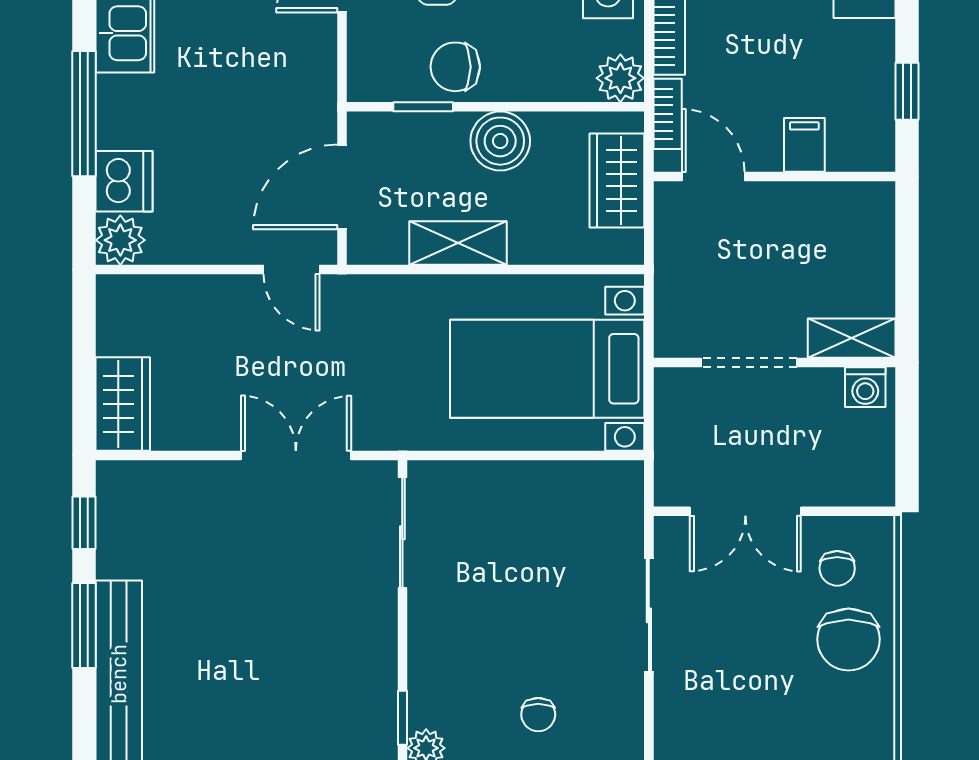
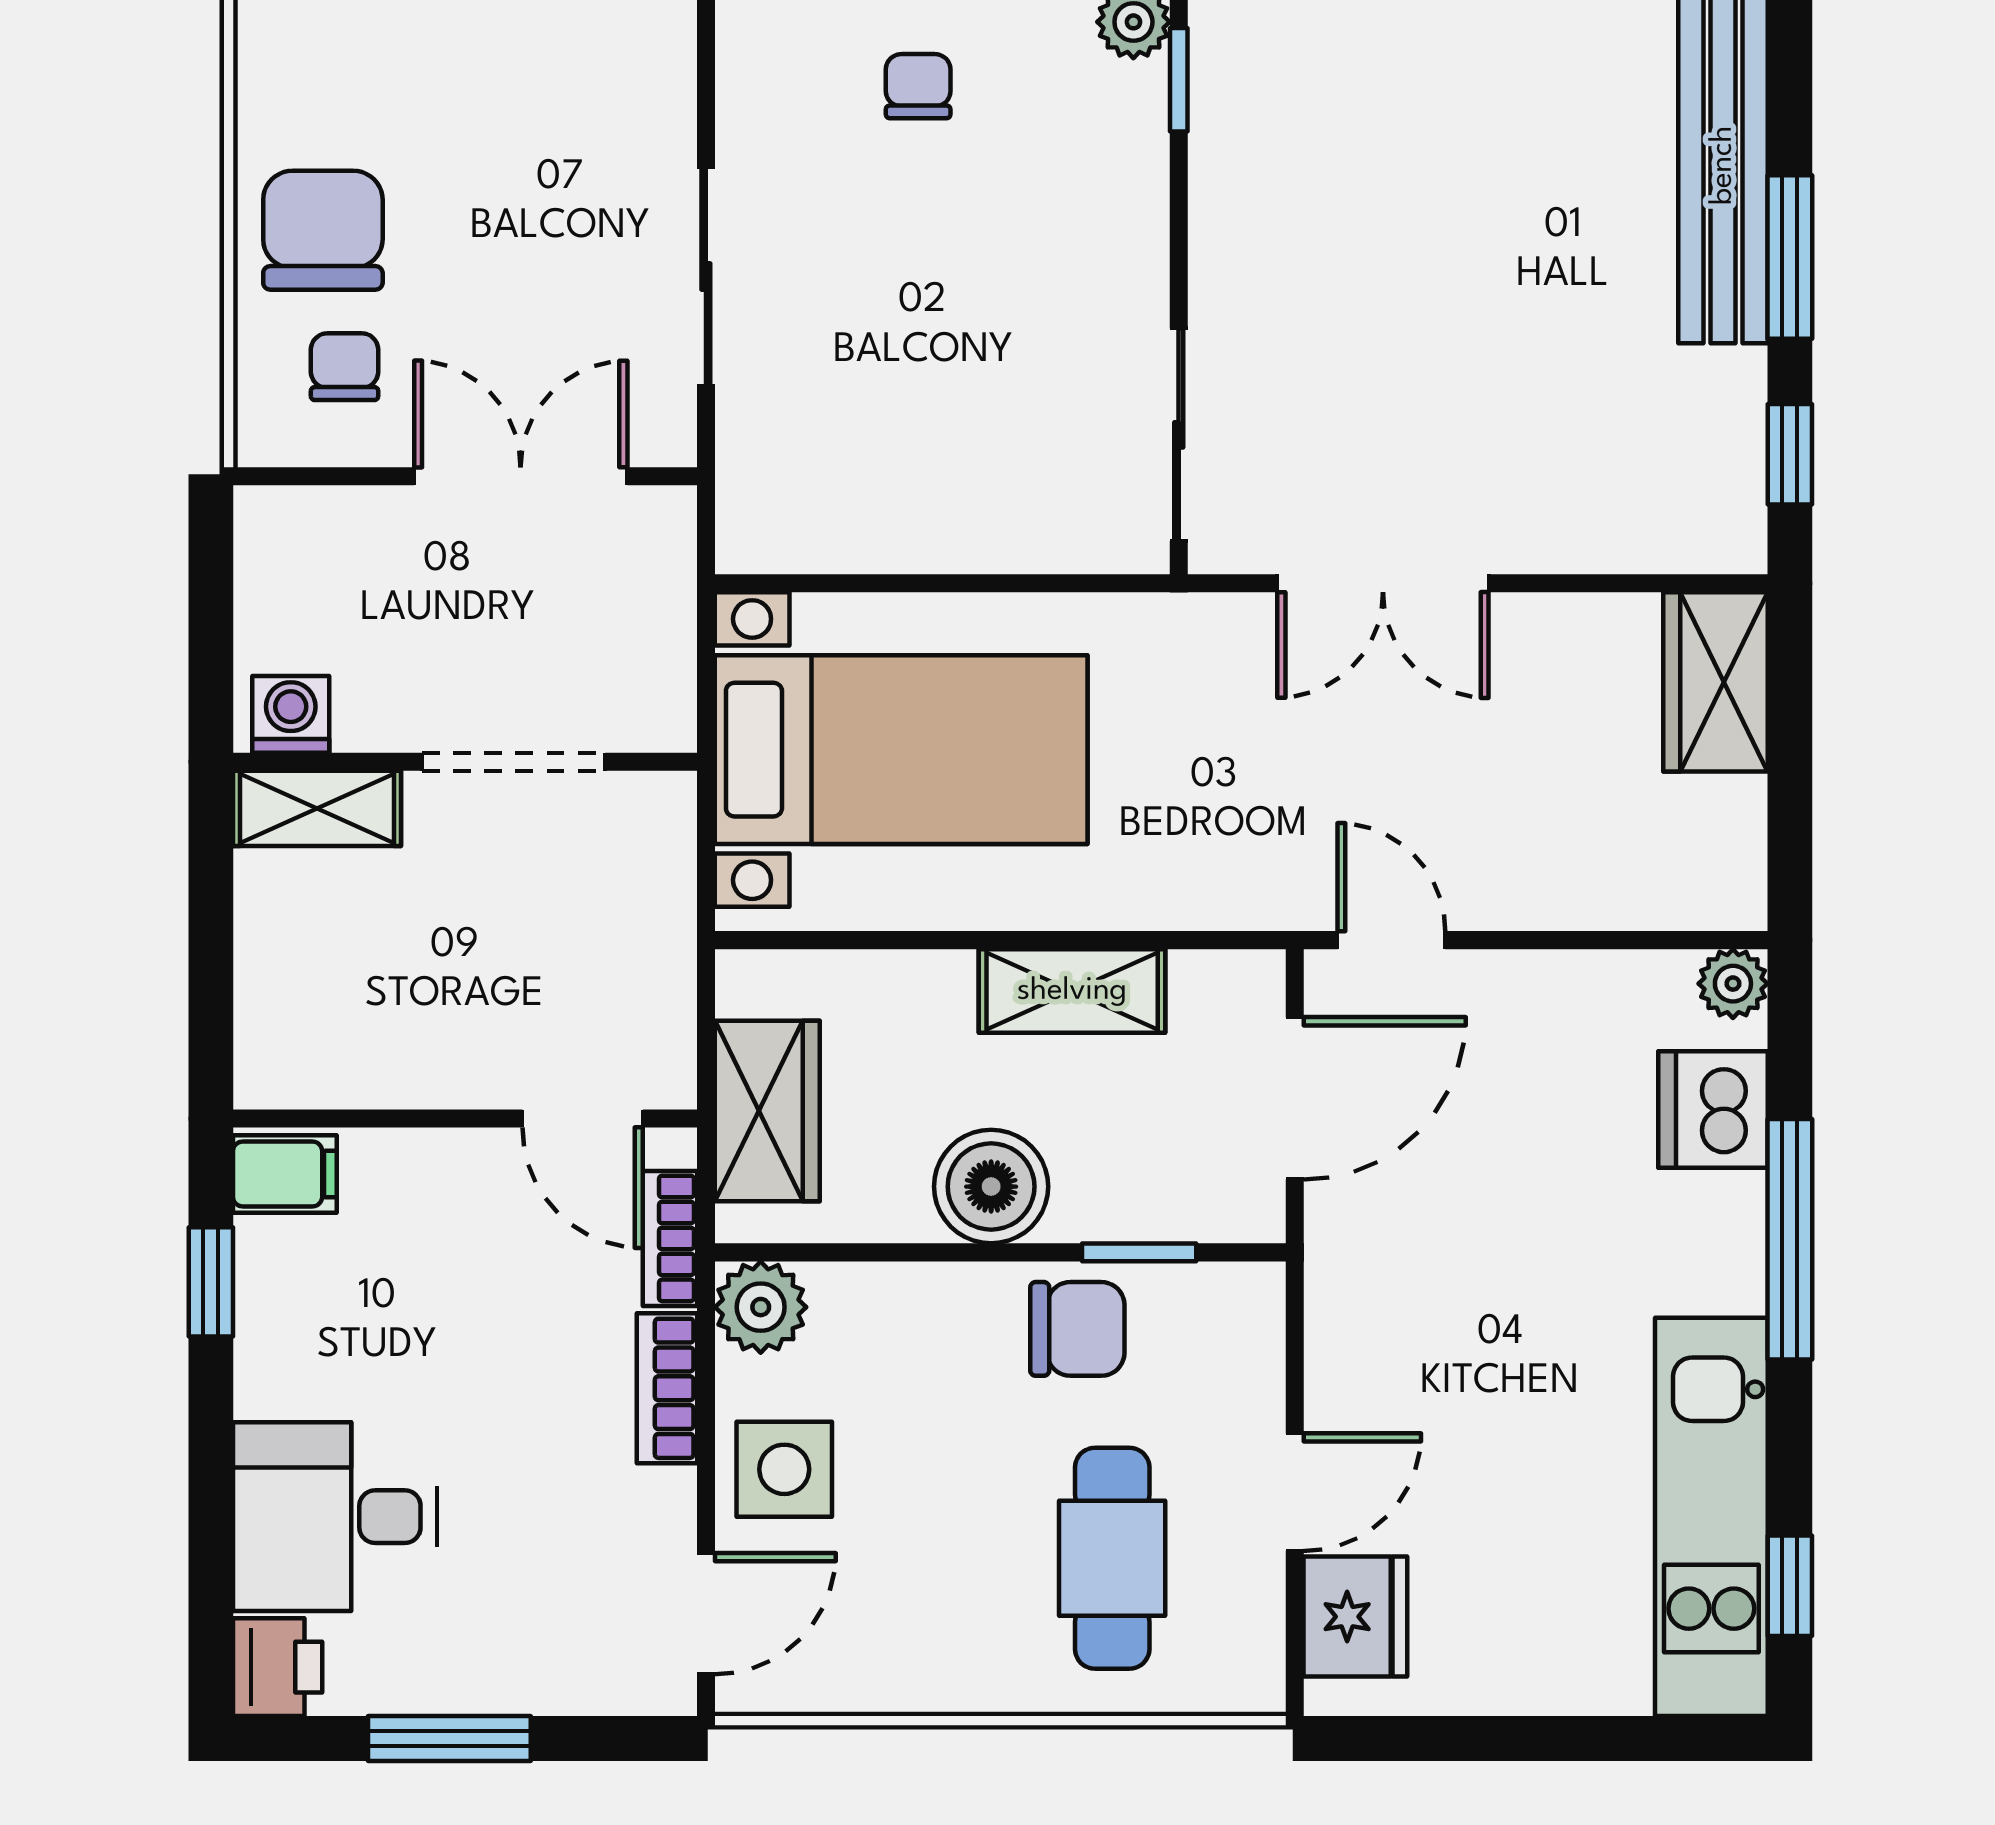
filing cabinet: (804, 145) -> (285, 1174), moved, turned -90
plant: (120, 240) -> (1733, 984), width x0.73, depth x0.73

